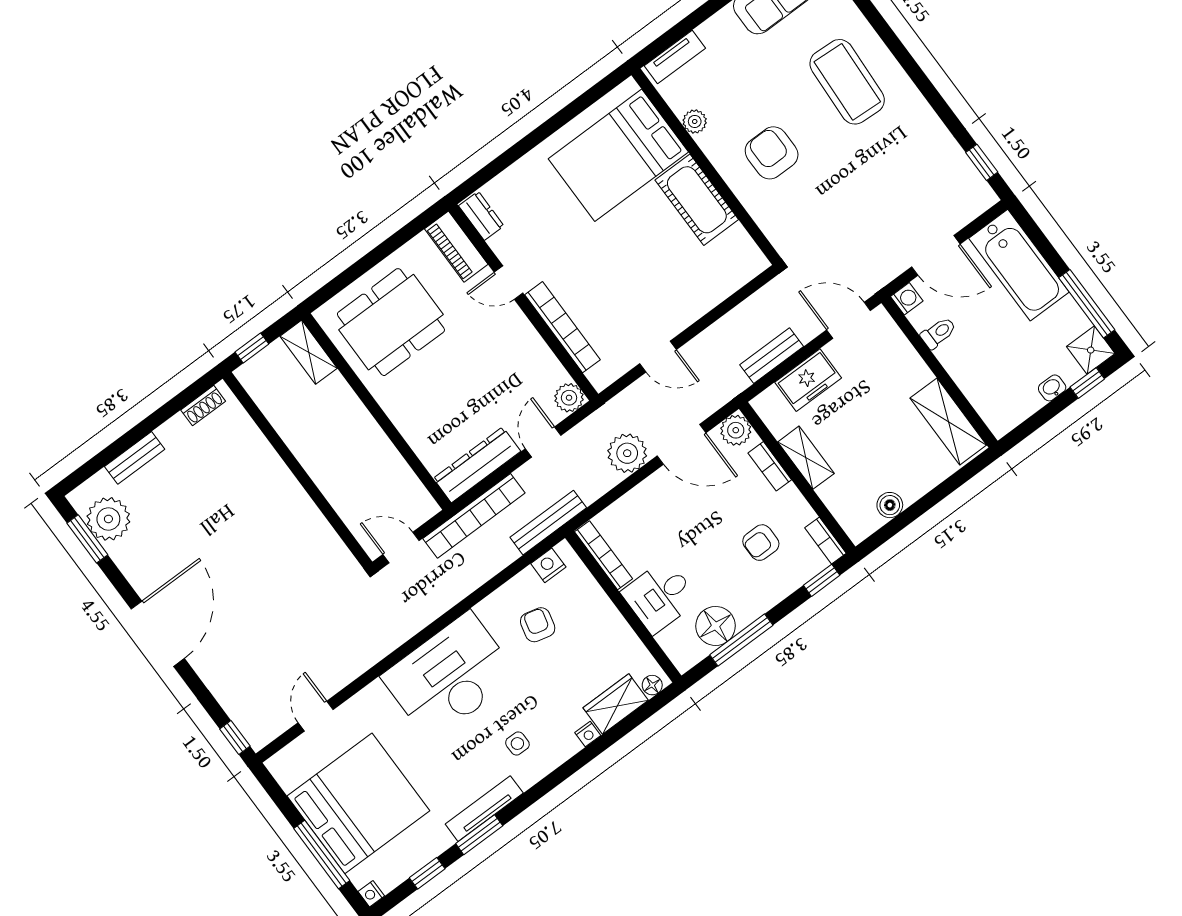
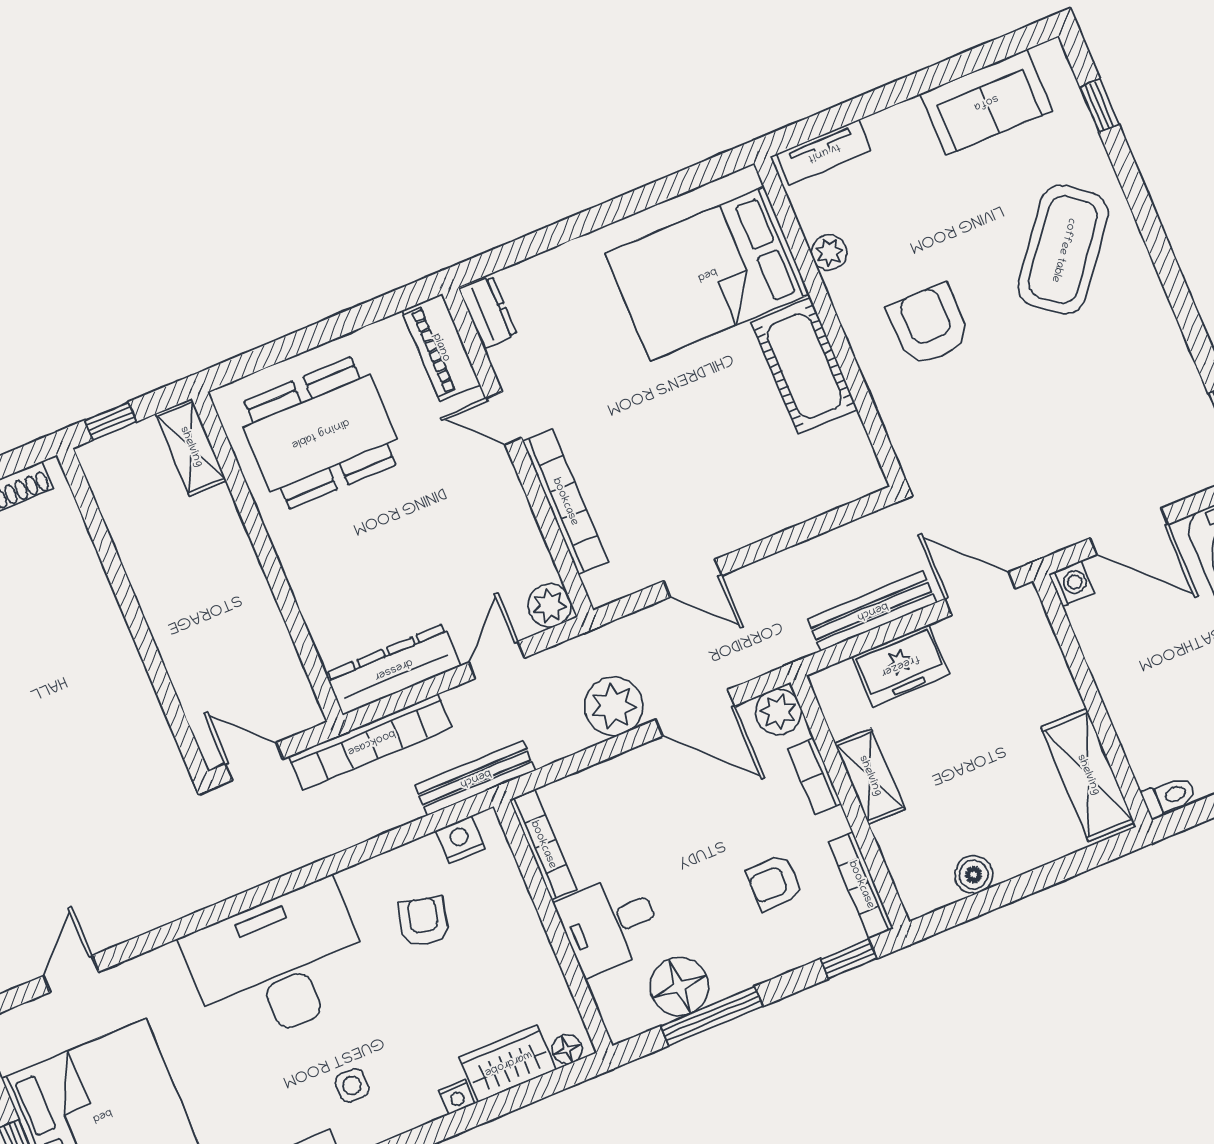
coffee table: (847, 82) -> (1063, 250), turned 35
toilet: (938, 333) -> (1169, 797), moved
bench: (772, 356) -> (872, 611), width x1.36
bookcase: (826, 541) -> (861, 885), width x1.56

